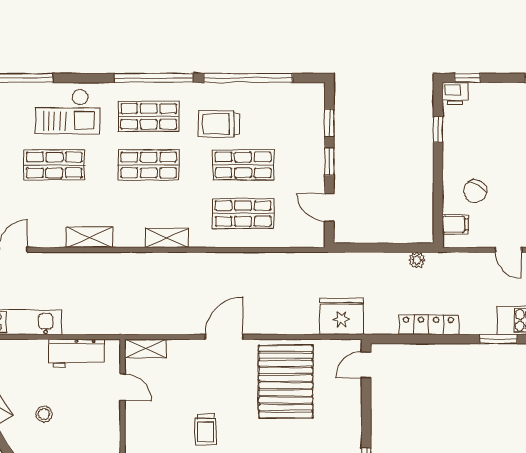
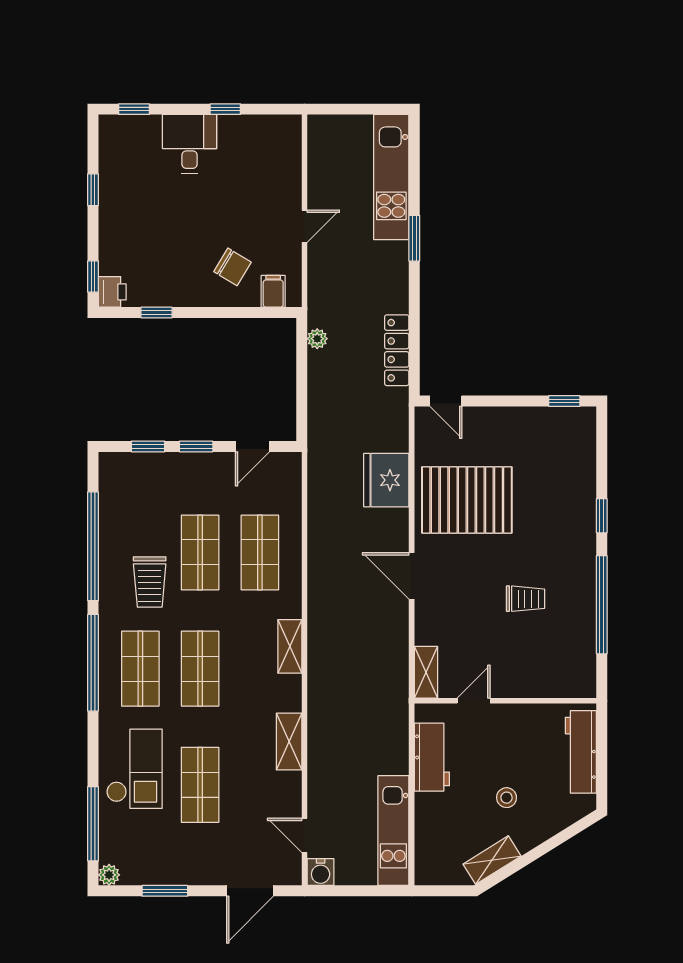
fridge: (341, 316) -> (386, 480), moved
locker: (429, 325) -> (397, 350), moved

